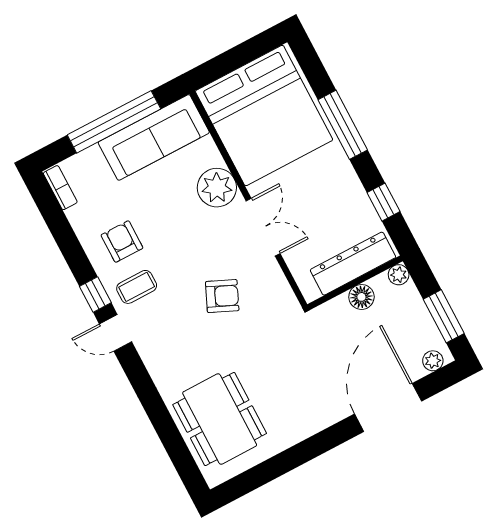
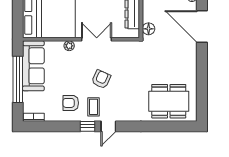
plant: (217, 188) -> (69, 46), width x0.53, depth x0.53
armchair: (222, 296) -> (101, 79), moved
floor lamp: (361, 297) -> (149, 29), moved

